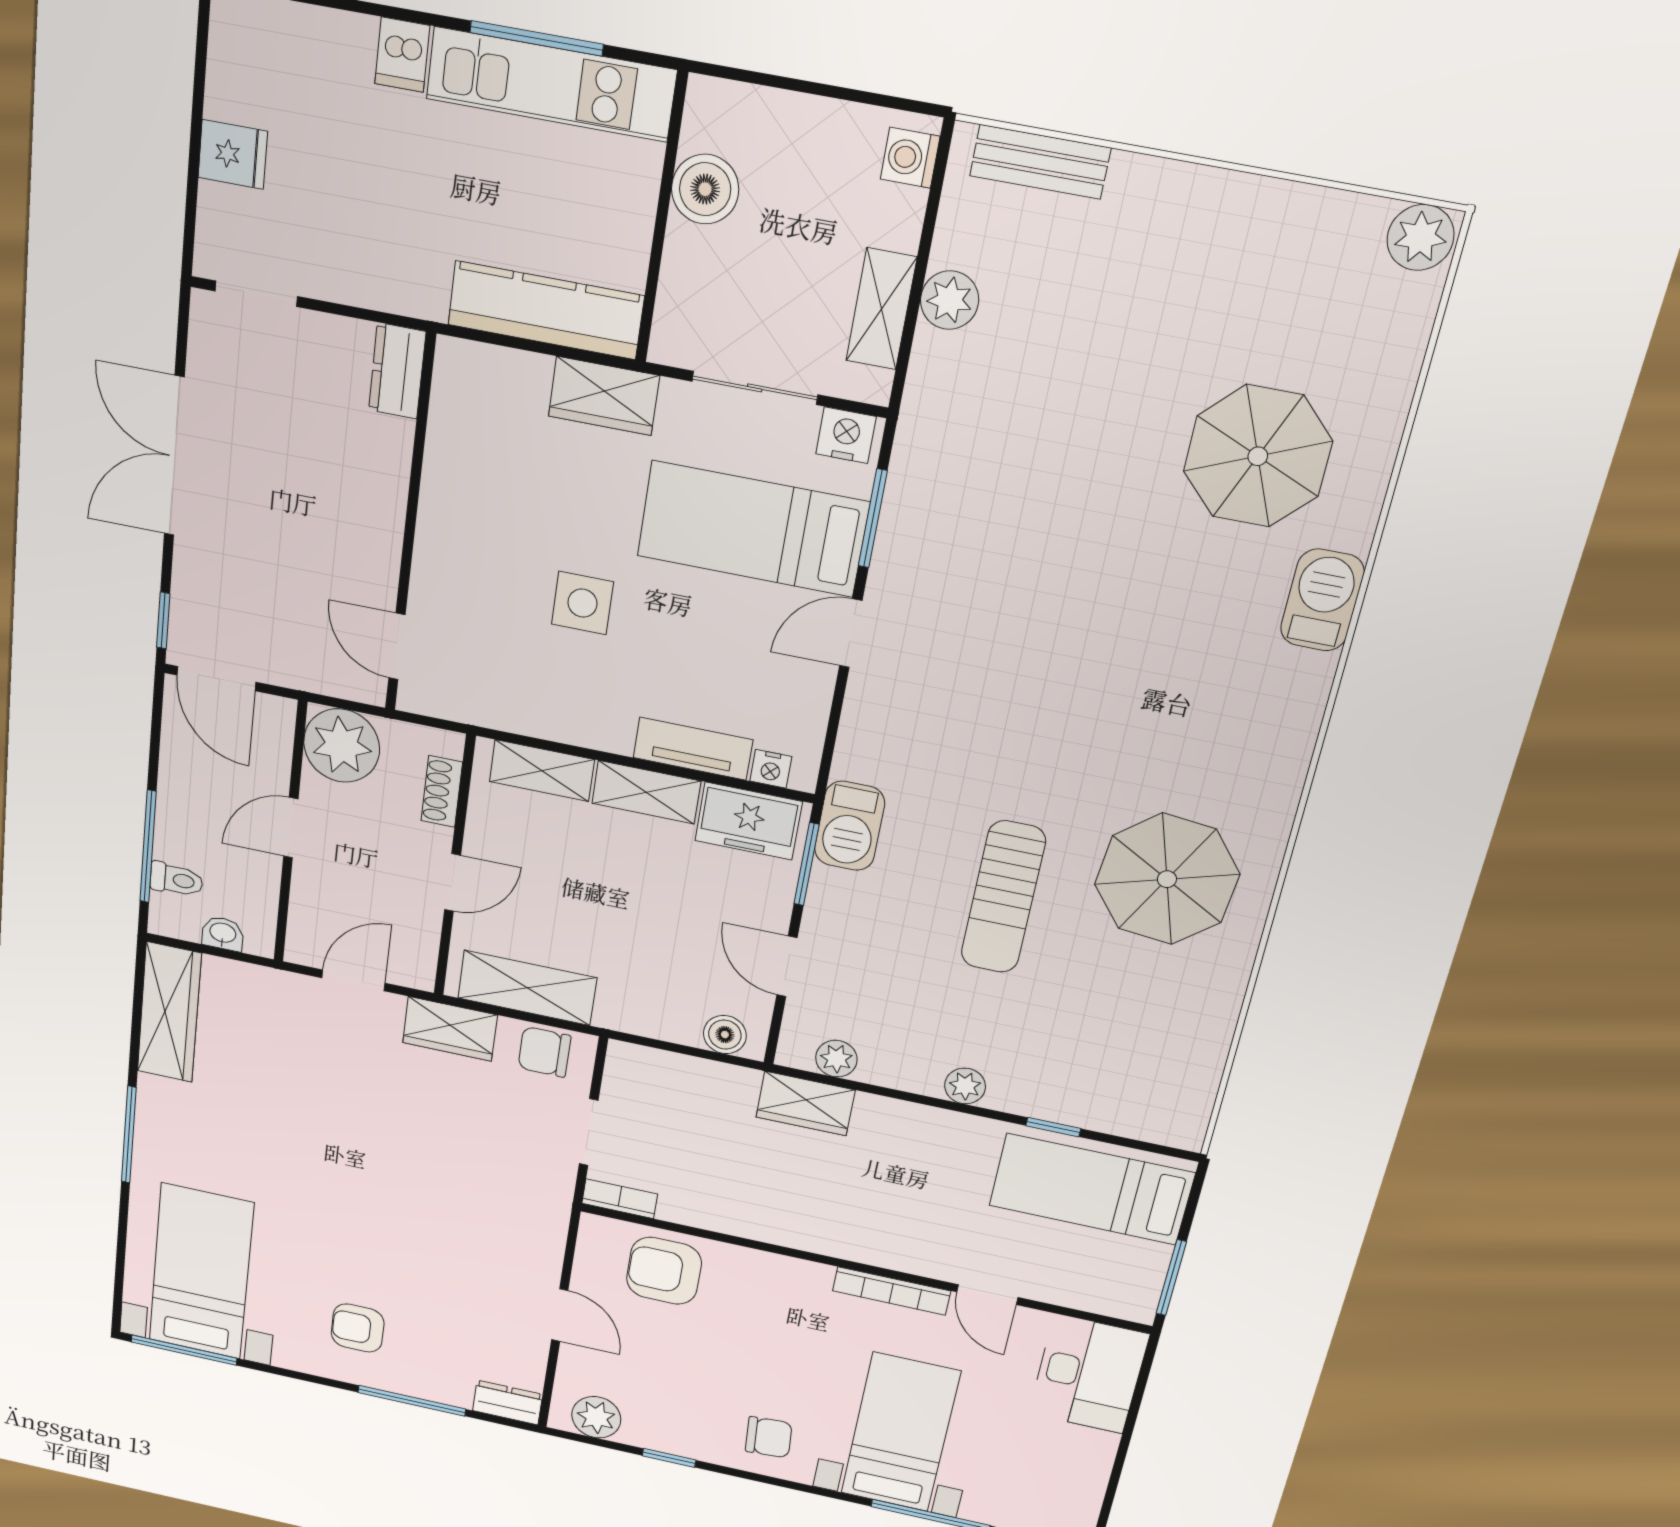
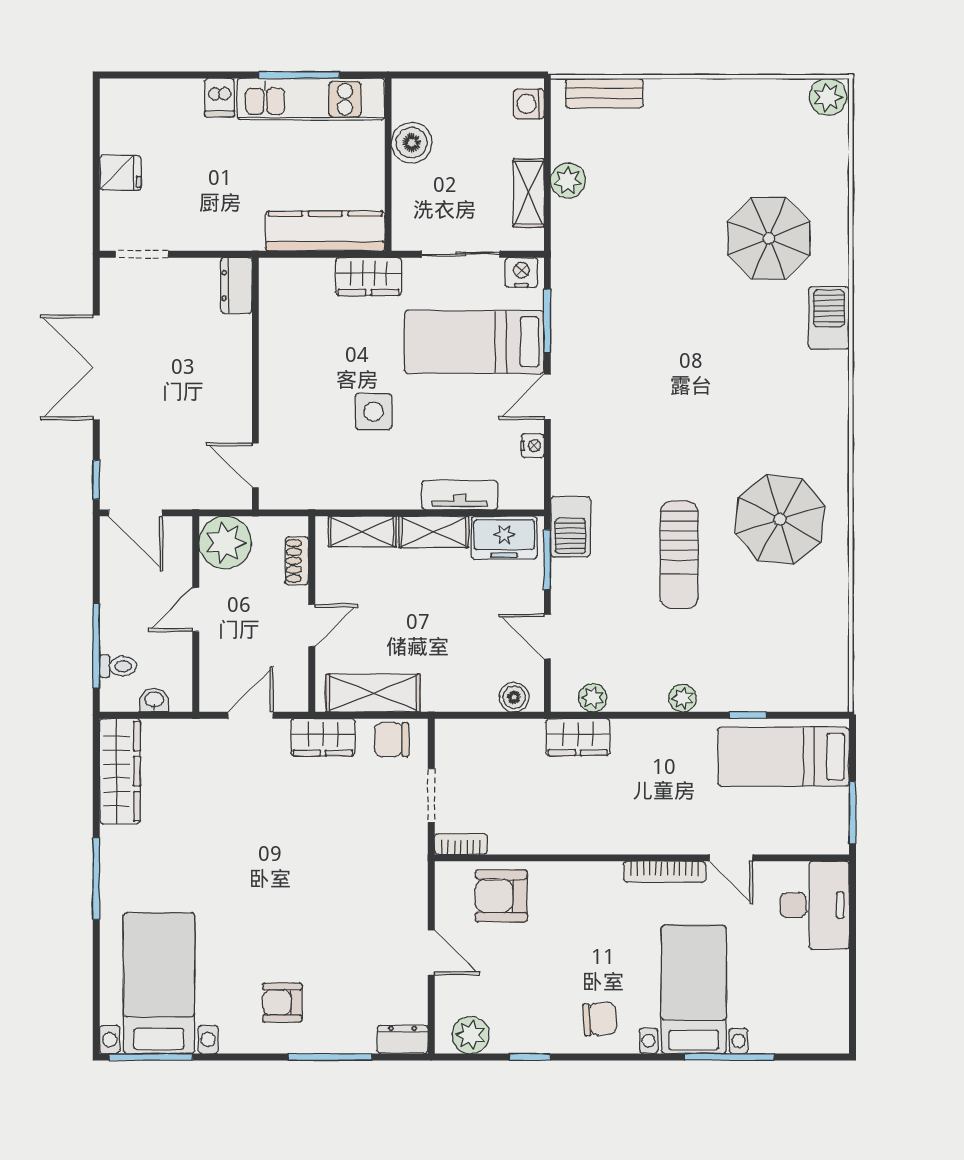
nightstand: (771, 769) -> (533, 446), moved, turned -90

